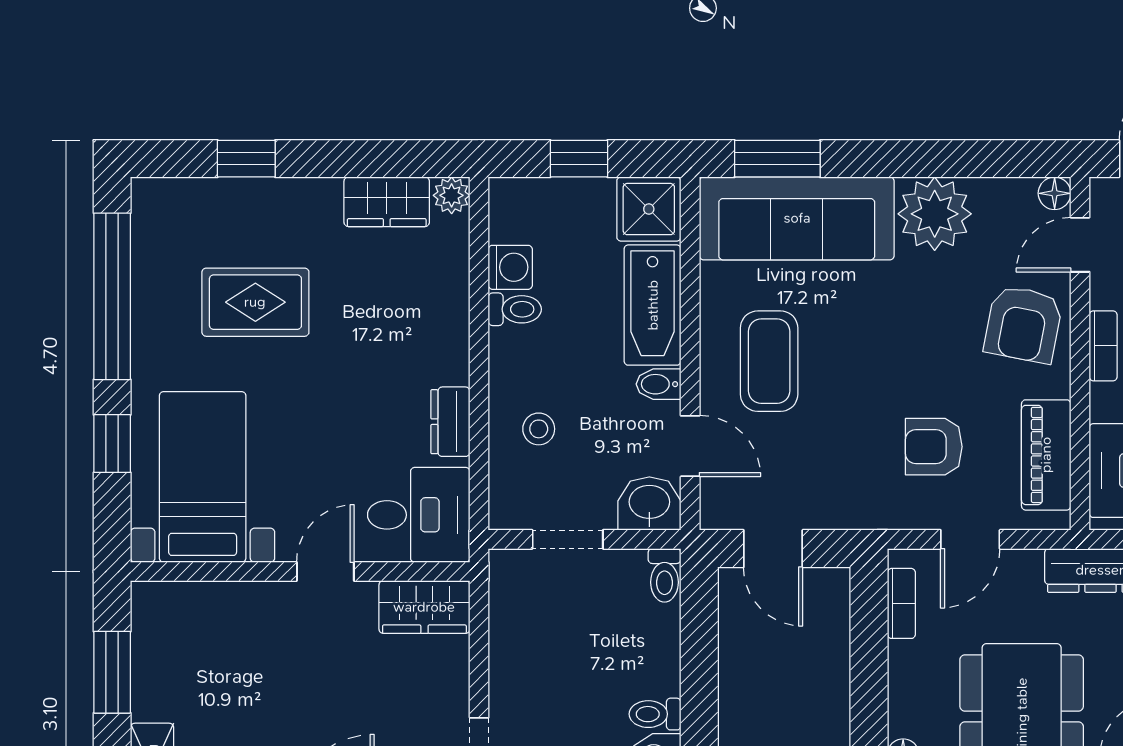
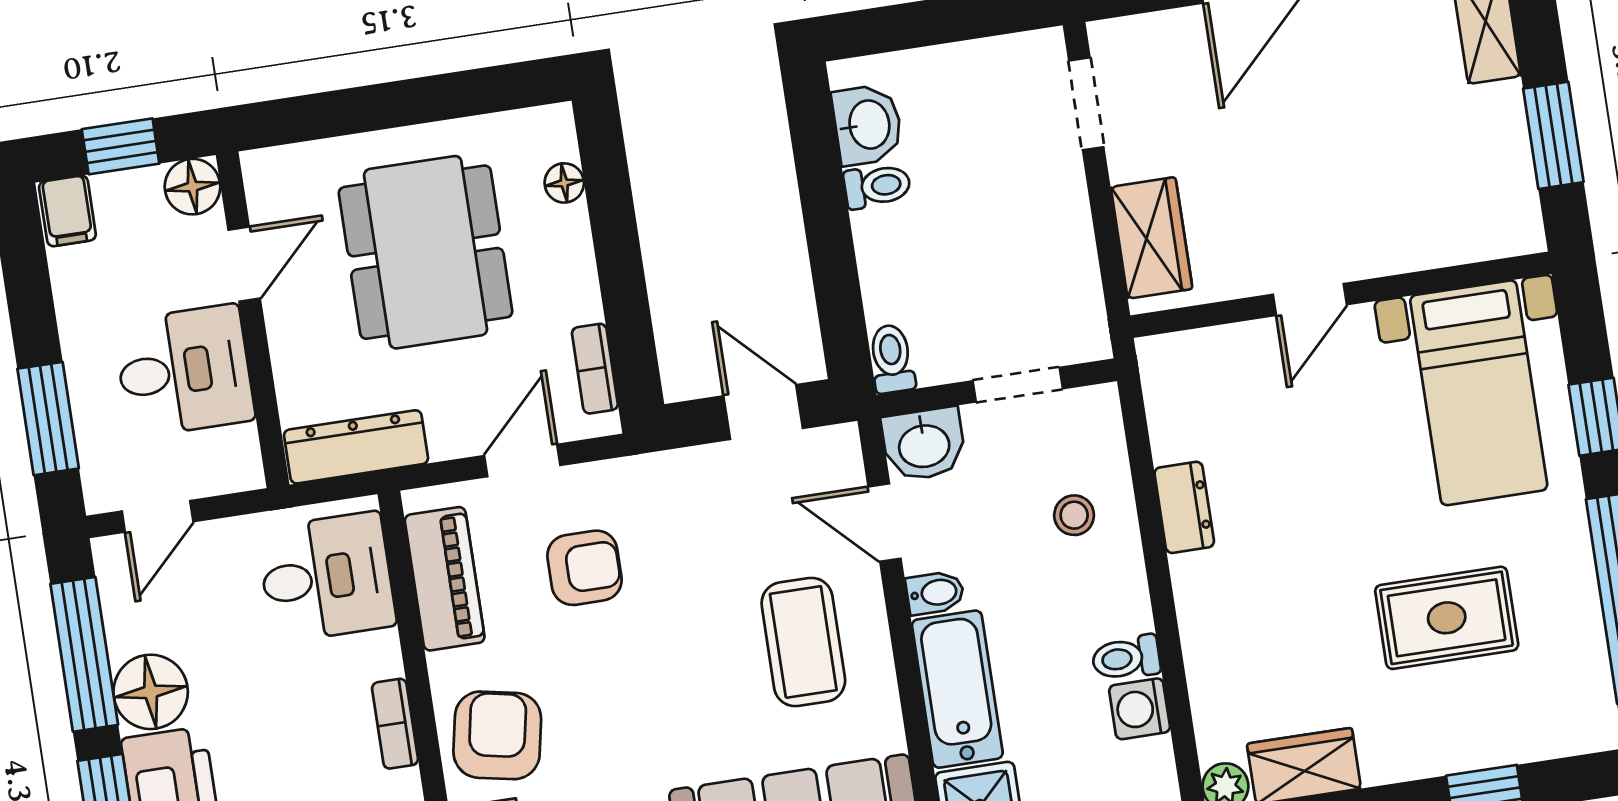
desk: (419, 515) -> (1206, 387), removed
wardrobe: (424, 607) -> (1152, 238), moved, turned 90

